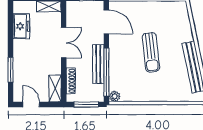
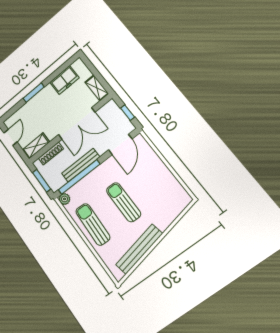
double door: (64, 43) -> (77, 124), width x1.37
sun lounger: (151, 52) -> (123, 202), turned 96
window: (11, 70) -> (34, 93), moved
sun lounger: (150, 88) -> (93, 224), added

